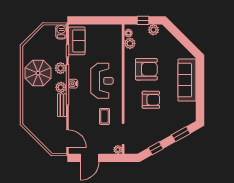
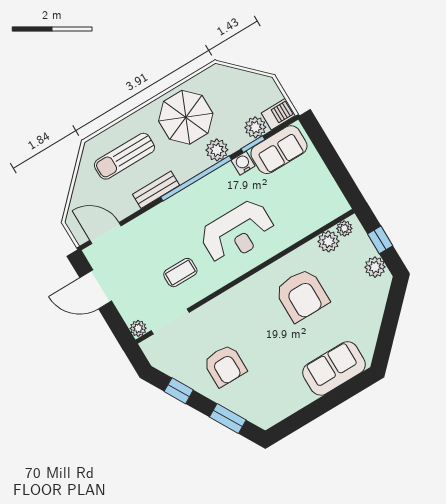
sofa: (187, 80) -> (334, 368), width x0.73
water cooler: (73, 84) -> (243, 163), moved
plant: (61, 87) -> (255, 127), moved
armchair: (151, 100) -> (225, 366), moved
sun lounger: (39, 110) -> (124, 156), added
door: (67, 139) -> (106, 233), swing flipped

